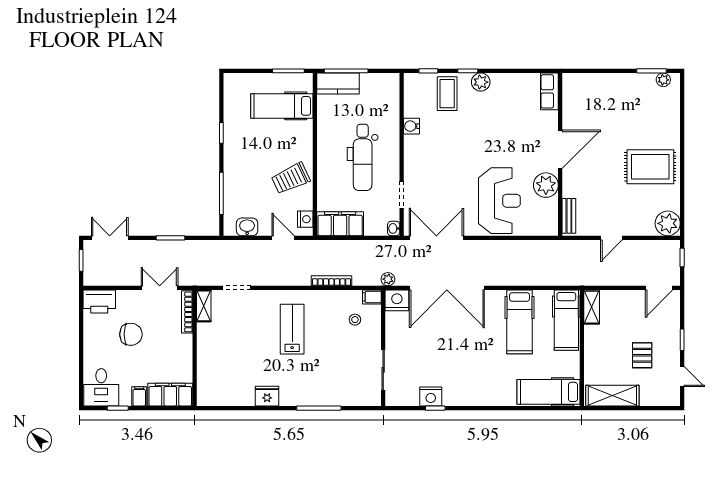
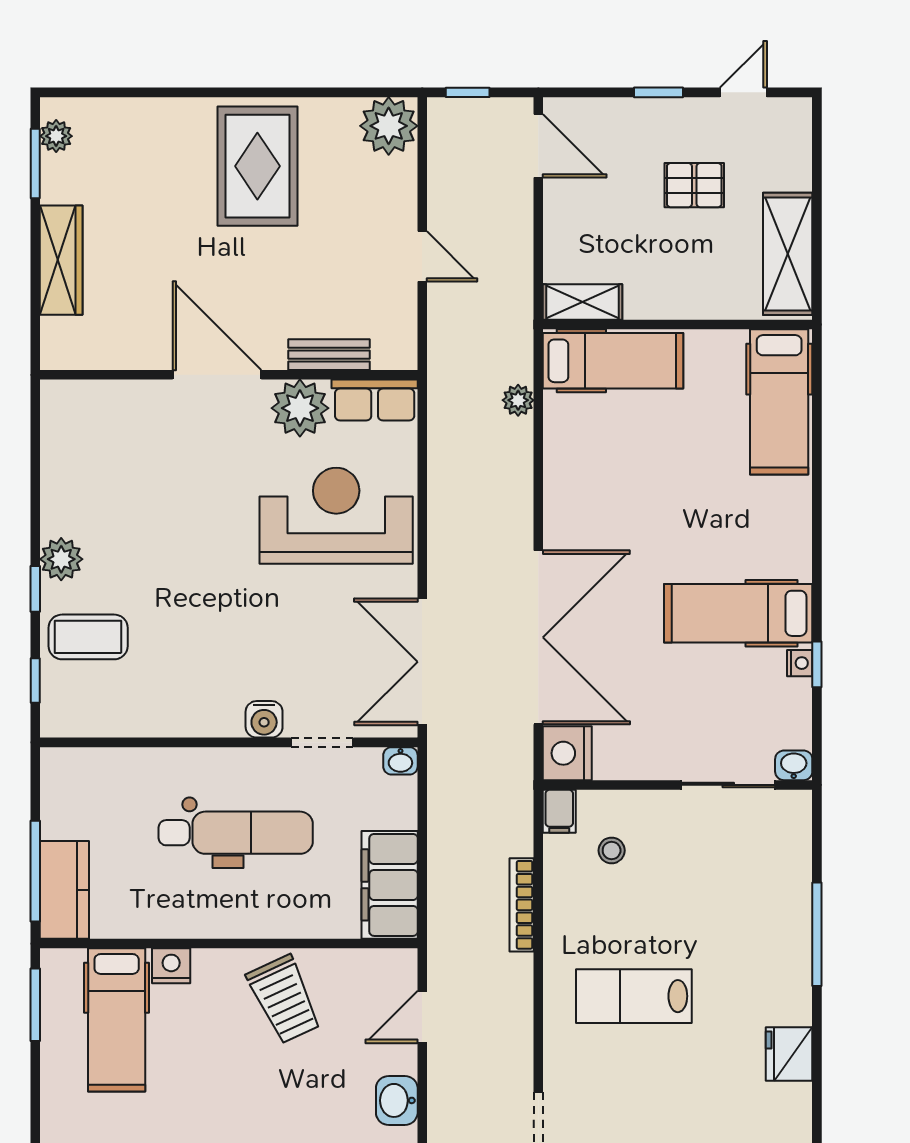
wardrobe: (610, 82) -> (61, 260), added
row of seats: (549, 91) -> (375, 400), moved
water cooler: (412, 126) -> (264, 719), moved
bench: (569, 216) -> (329, 355), moved
nightstand: (305, 219) -> (171, 966), moved
plant: (388, 279) -> (518, 400), moved
hospital bed: (520, 322) -> (738, 613), moved, turned 180
nightstand: (431, 396) -> (800, 663), width x0.53, depth x0.56
washbasin: (392, 398) -> (794, 765), added

